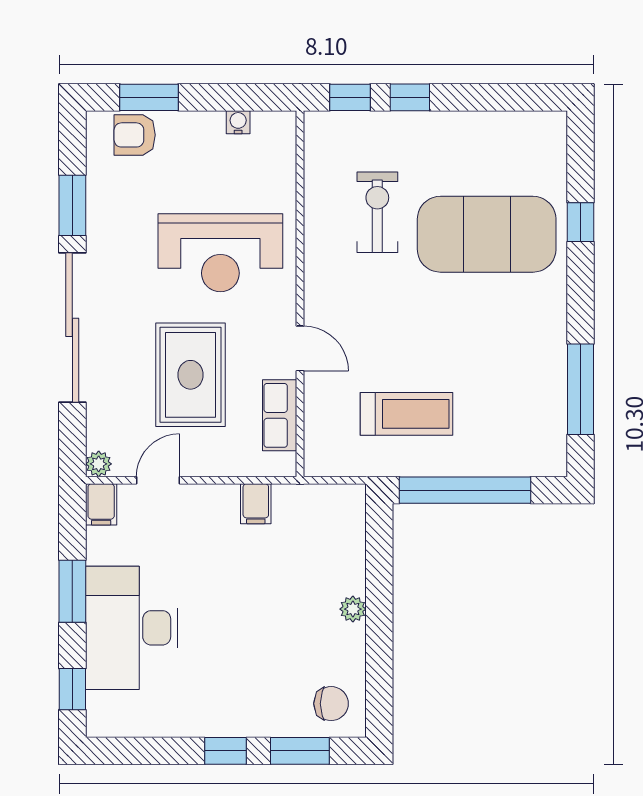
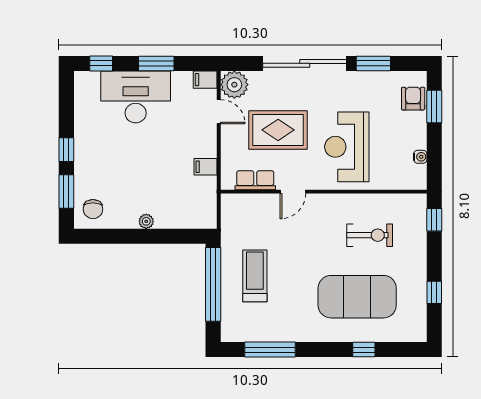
window: (410, 97) -> (434, 292), moved
exercise mat: (487, 234) -> (357, 297), turned 90
treadmill: (407, 414) -> (255, 276), moved, turned 180
plant: (99, 464) -> (234, 85), width x1.88, depth x1.88

